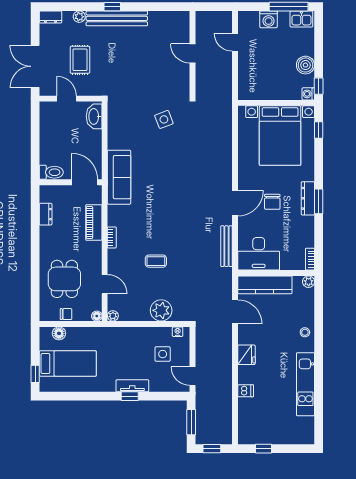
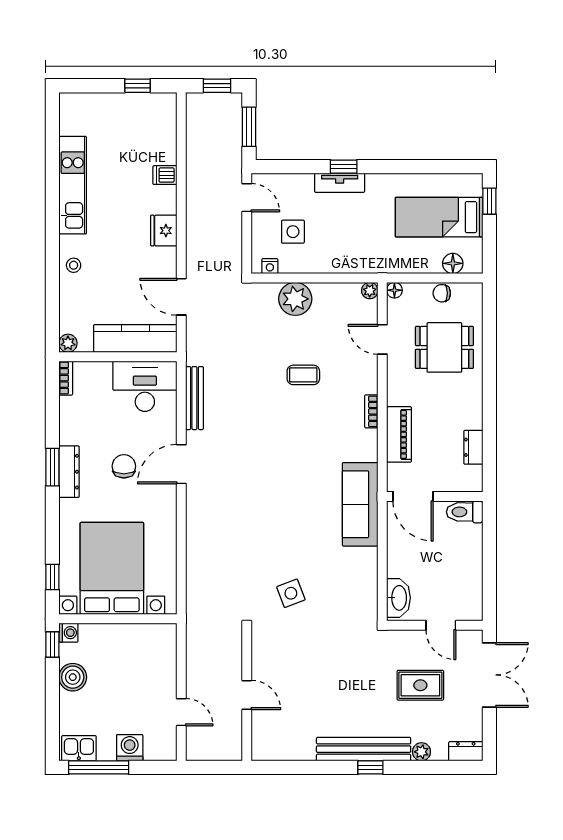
rug: (80, 60) -> (420, 685), turned 90
dining table: (64, 279) -> (444, 347), turned 90

